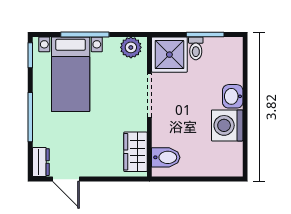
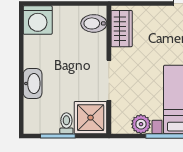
plant: (131, 47) -> (141, 124), moved
washbasin: (233, 96) -> (33, 84), width x1.38
washing machine: (227, 125) -> (38, 20), moved, turned 90

